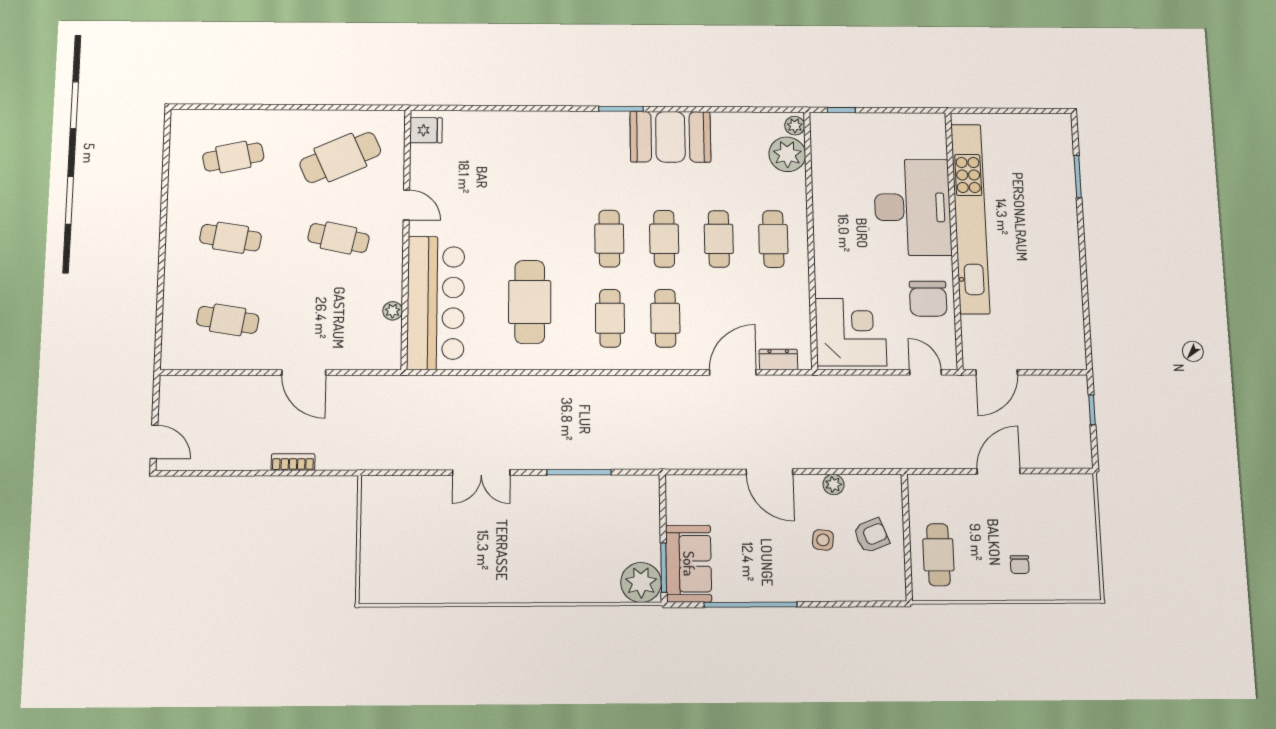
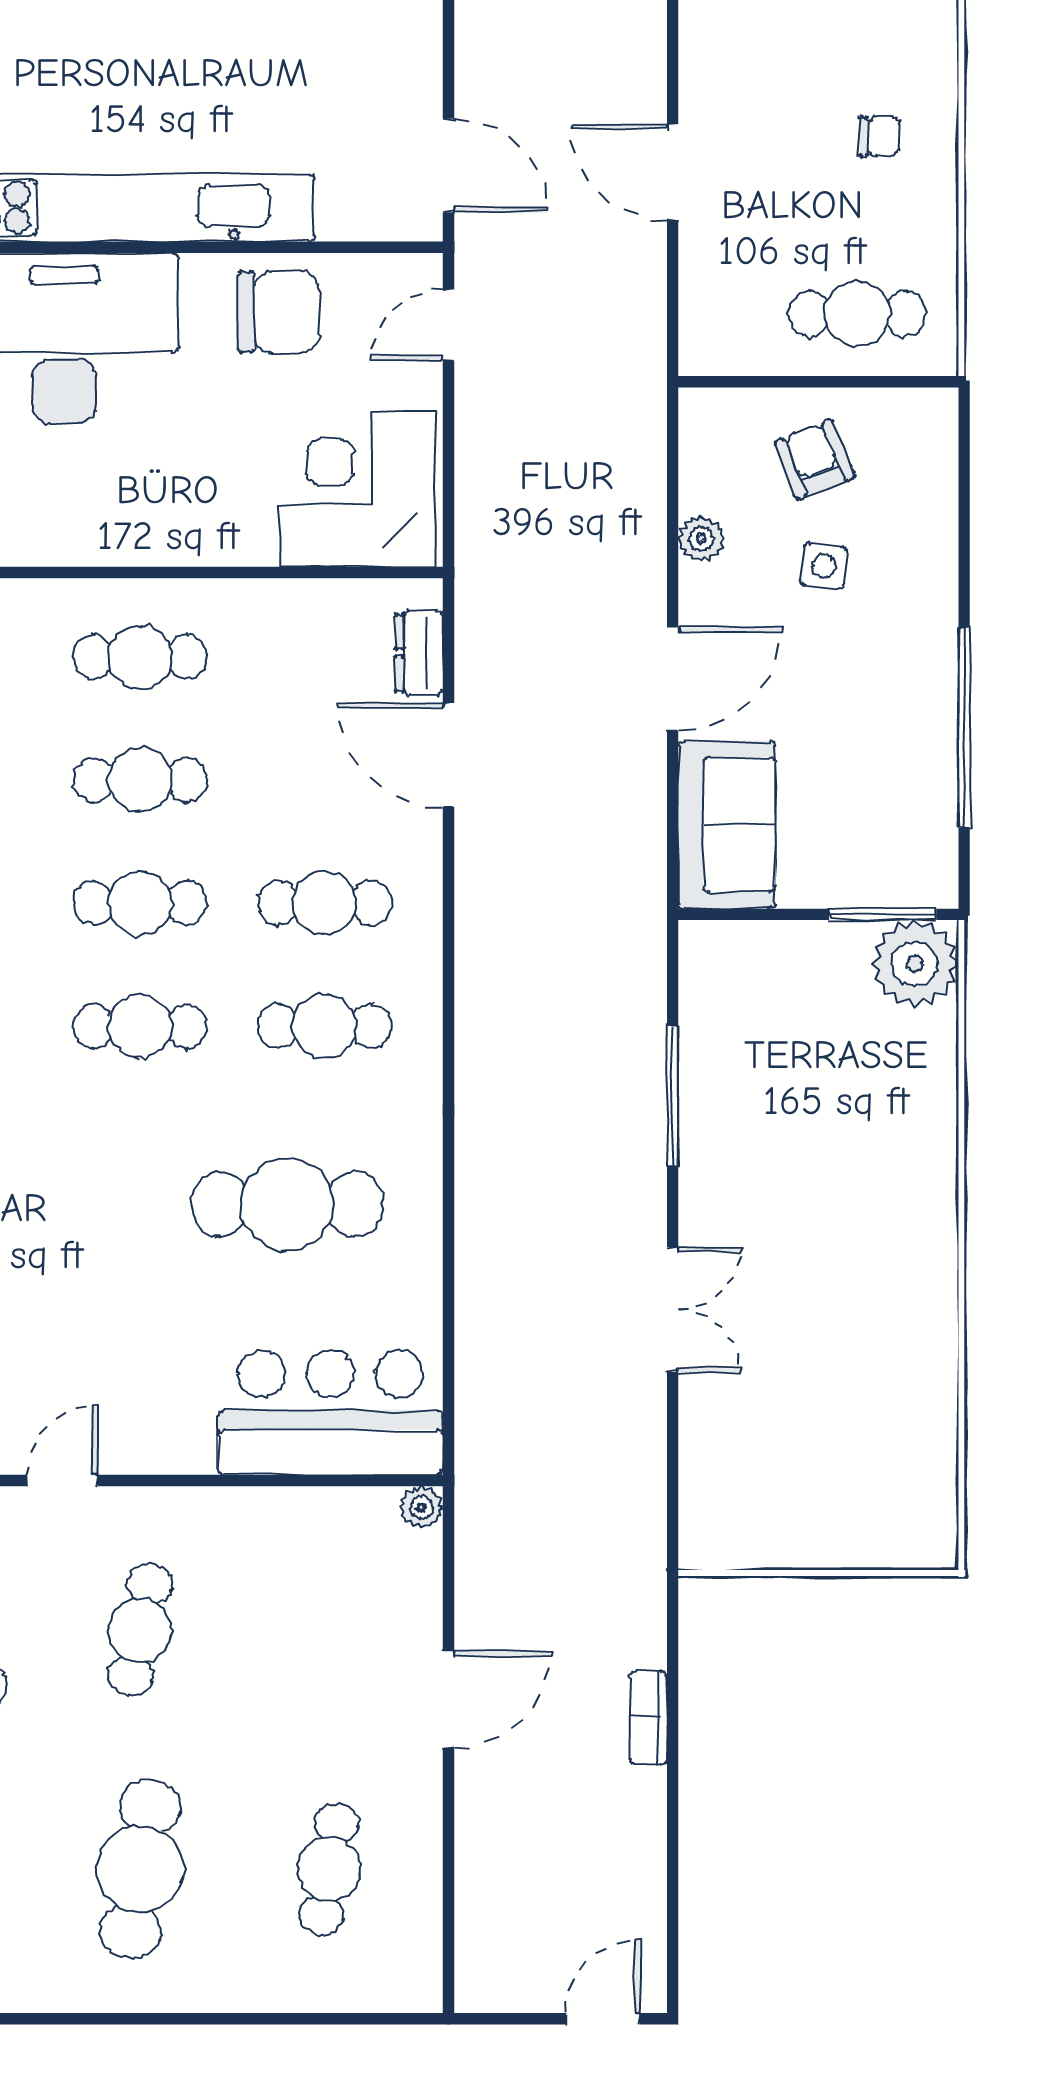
cafe table: (231, 238) -> (140, 1869), width x1.37, depth x1.35
bar counter: (436, 303) -> (330, 1412), width x0.73
plant: (393, 311) -> (421, 1507), moved
sofa: (689, 564) -> (727, 825), moved, turned 90

